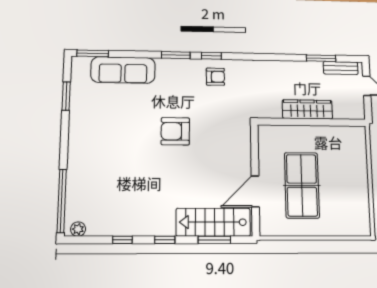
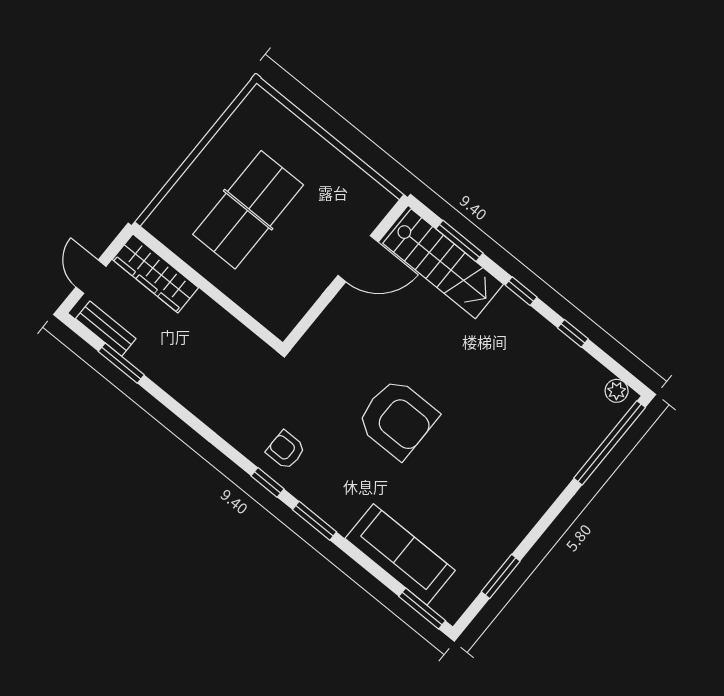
wardrobe: (307, 109) -> (155, 274), moved
armchair: (175, 131) -> (397, 419), width x1.36, depth x1.36
table tennis table: (302, 185) -> (248, 210), moved

